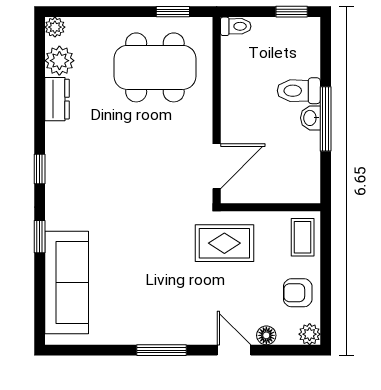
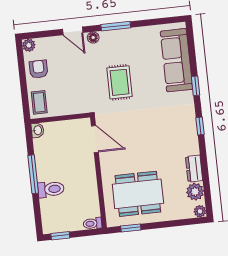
washbasin: (311, 118) -> (37, 130), moved
door: (217, 166) -> (95, 139), swing flipped
rug: (224, 243) -> (119, 82), moved, turned 90
armchair: (298, 293) -> (38, 69), turned -90
floor lamp: (266, 335) -> (93, 37), moved

